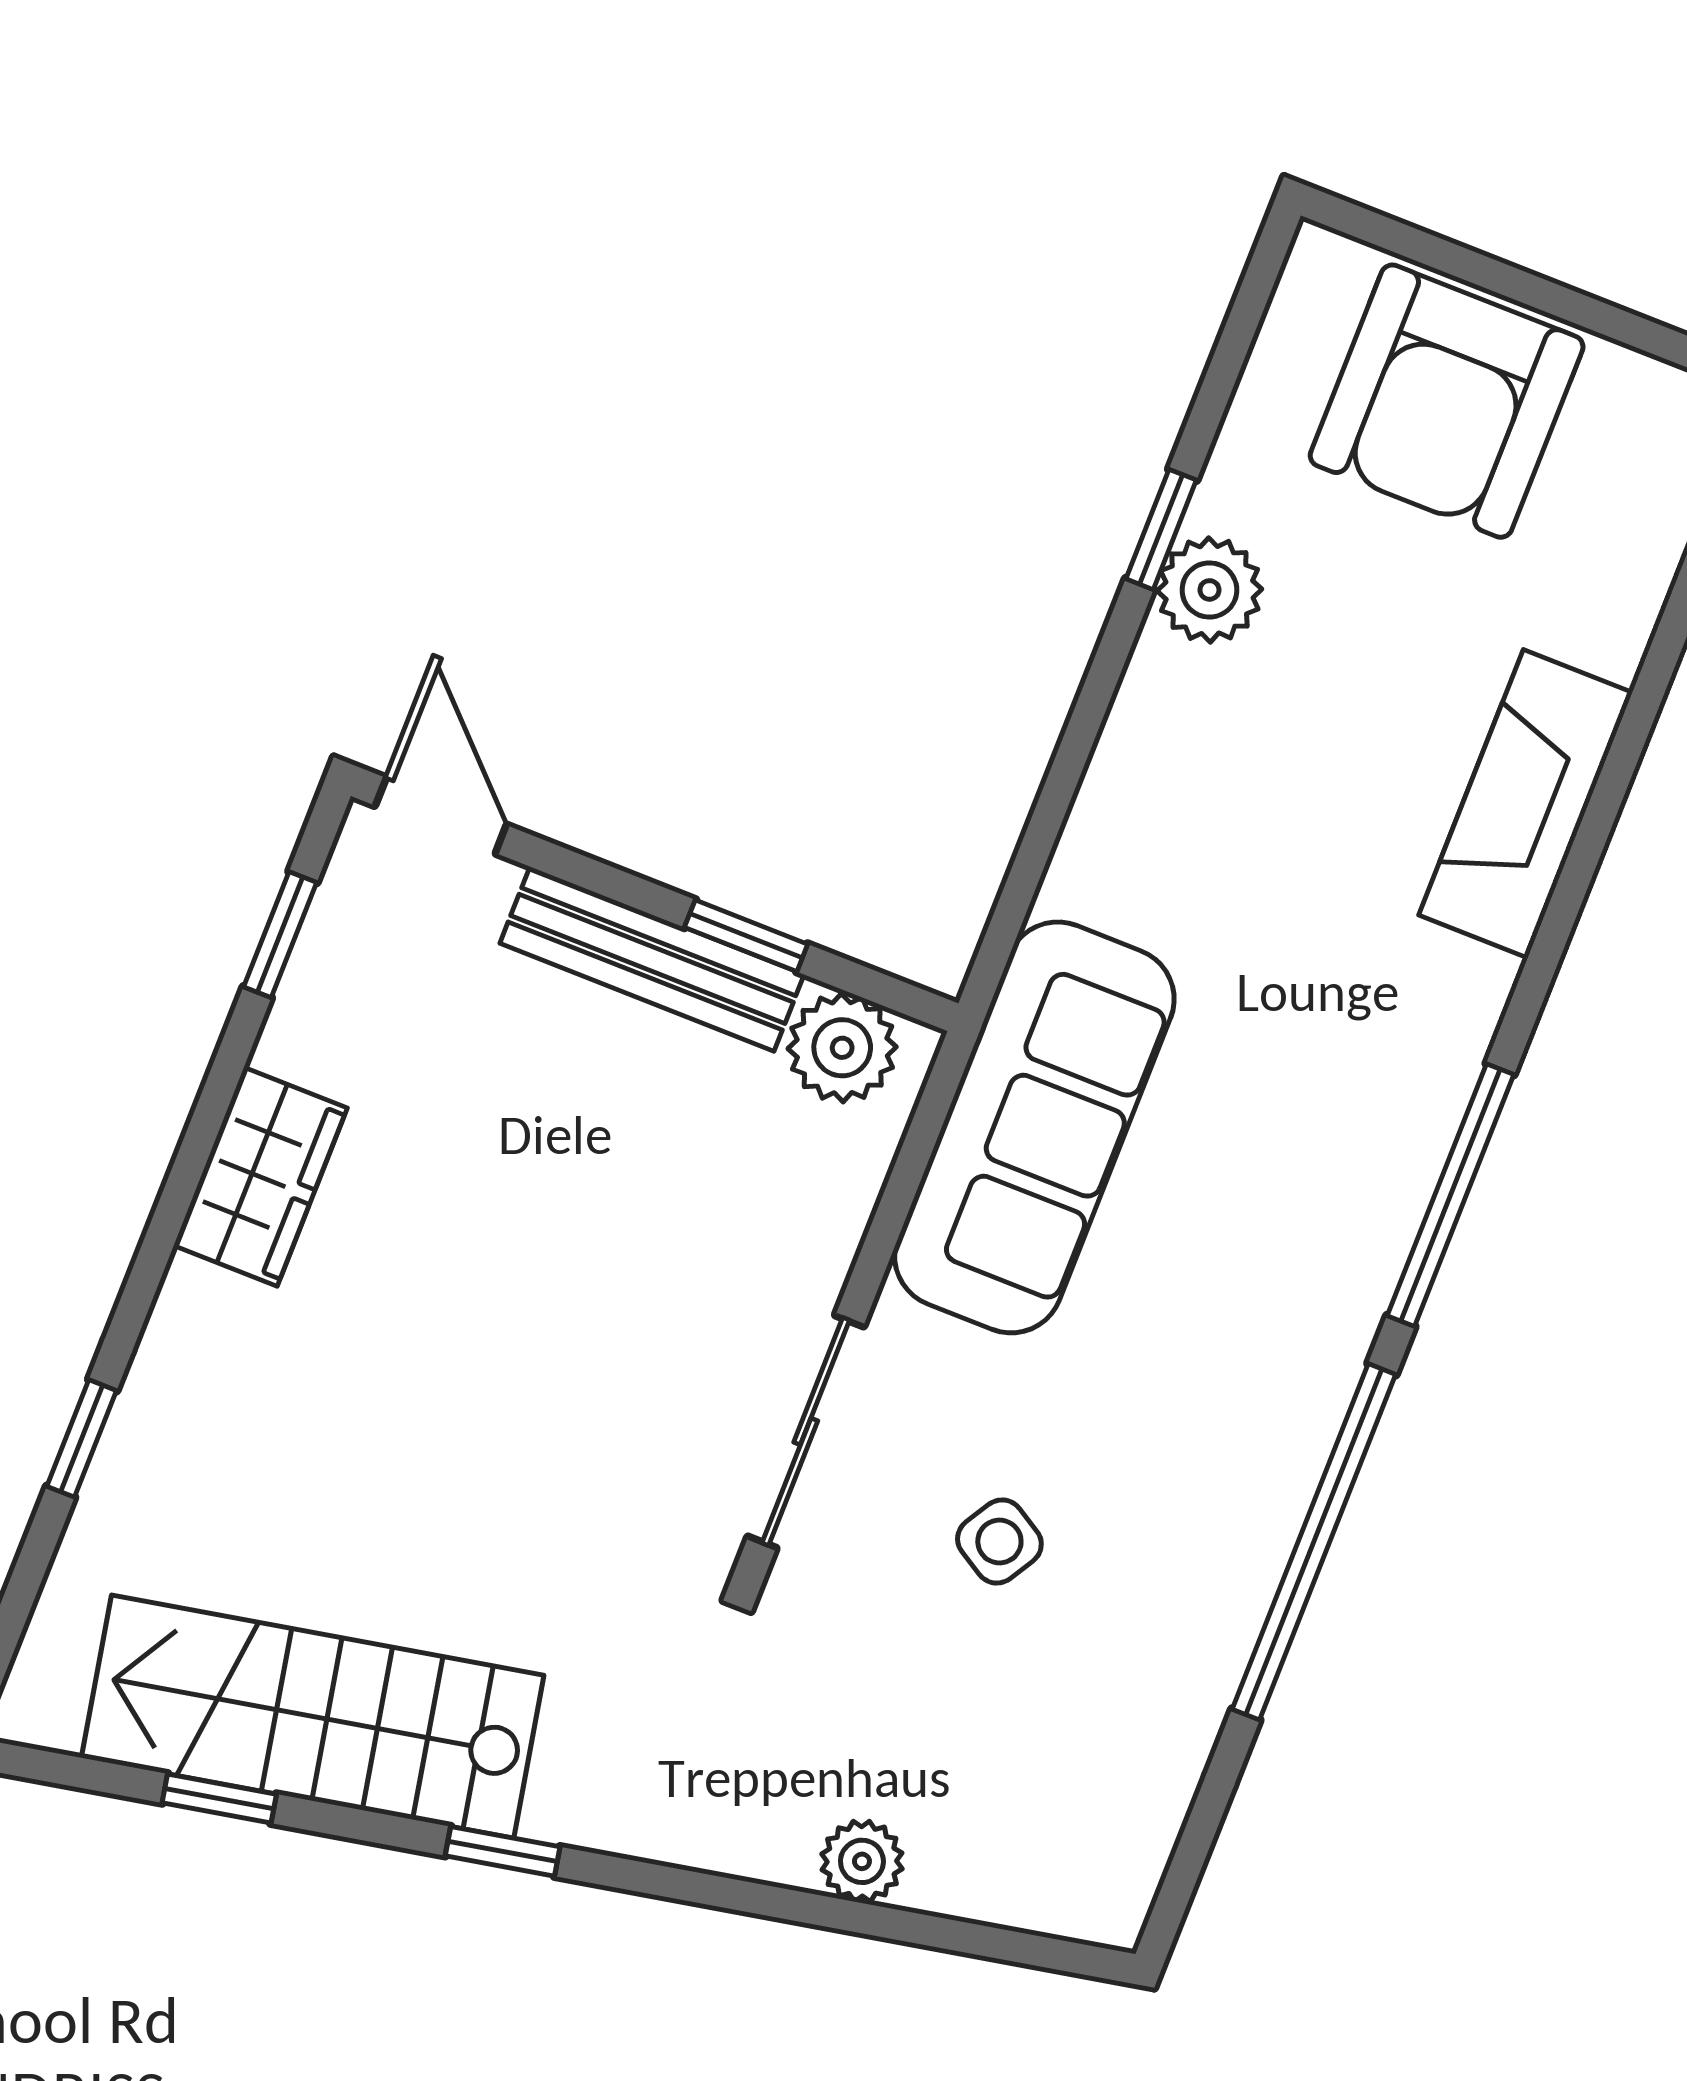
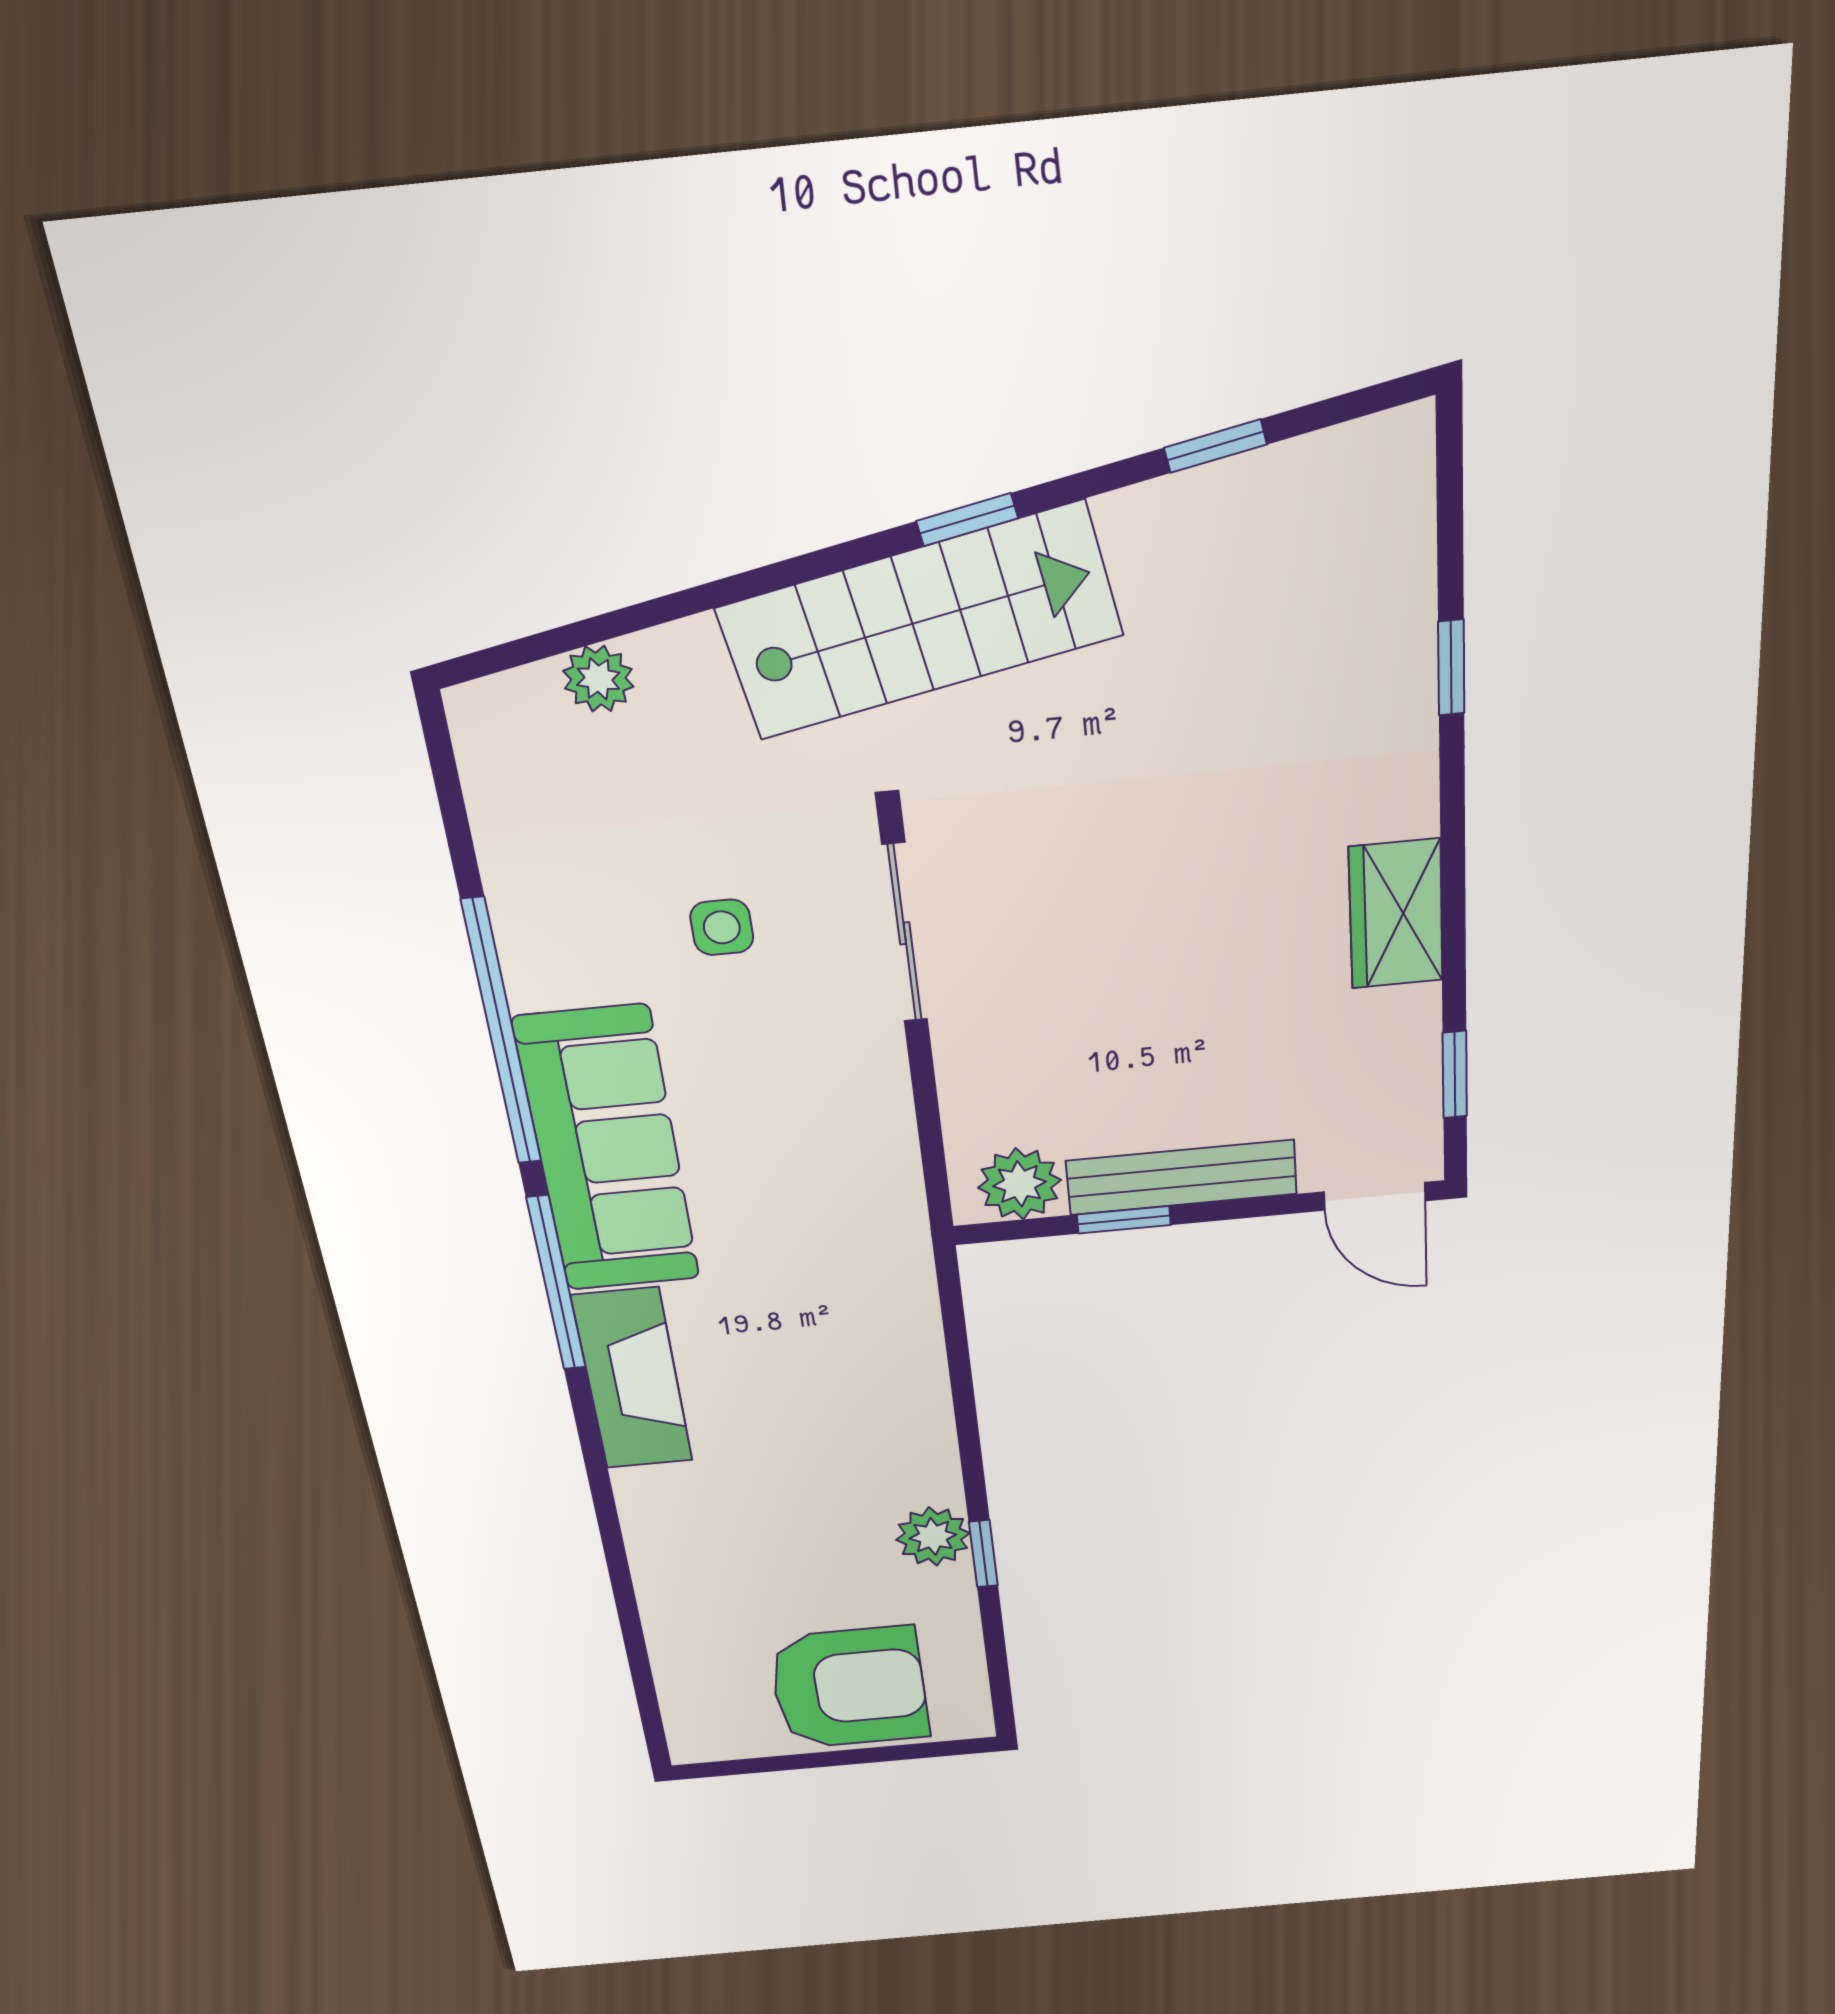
armchair: (1447, 401) -> (849, 1688), turned 90
fireplace: (1526, 804) -> (632, 1379), moved
sofa: (1034, 1127) -> (608, 1151), moved, turned 180
side table: (999, 1541) -> (722, 927), turned -31
stairs: (313, 1717) -> (920, 622), moved
plant: (862, 1861) -> (598, 679), moved

